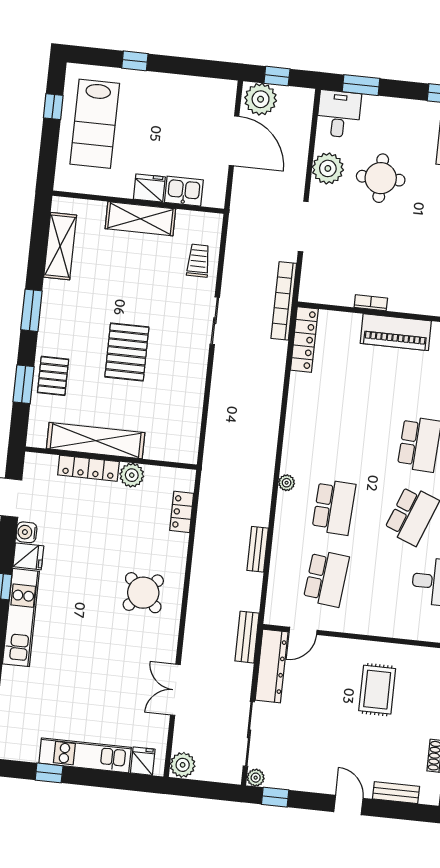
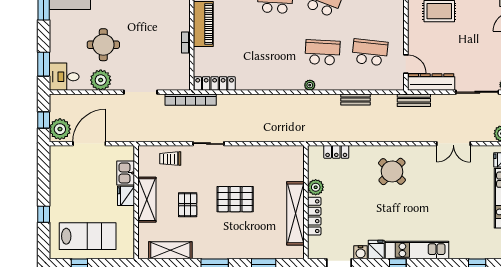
pallet: (53, 376) -> (188, 205), moved, turned 90

